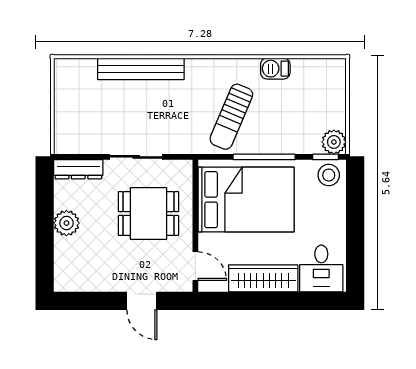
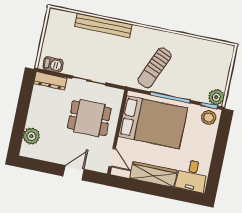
barbecue: (275, 69) -> (53, 64), moved, turned 180
plant: (66, 223) -> (31, 136), moved
door: (142, 301) -> (74, 173), swing flipped

